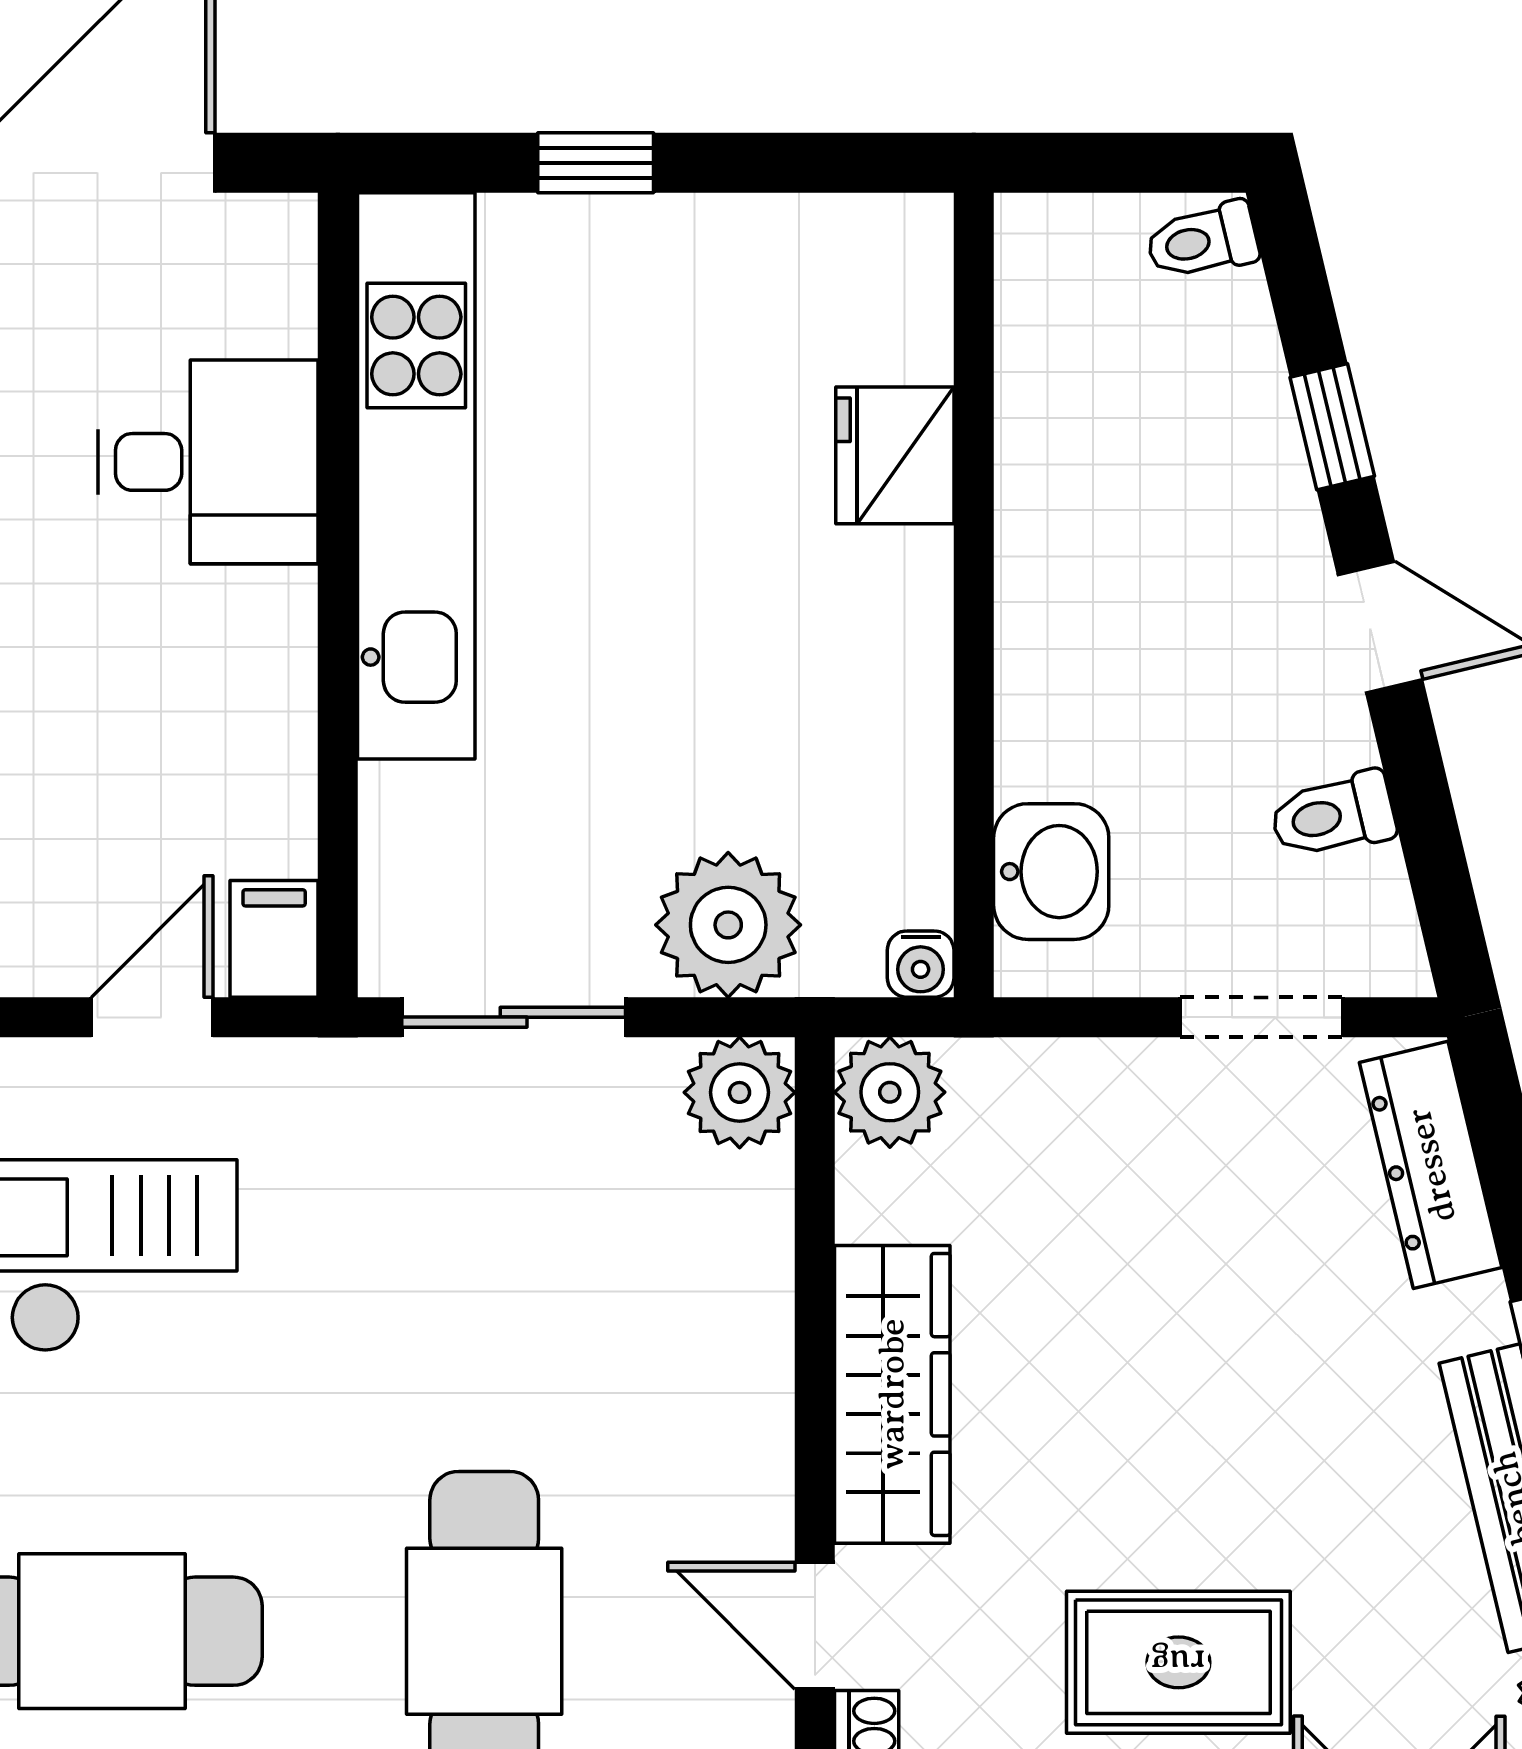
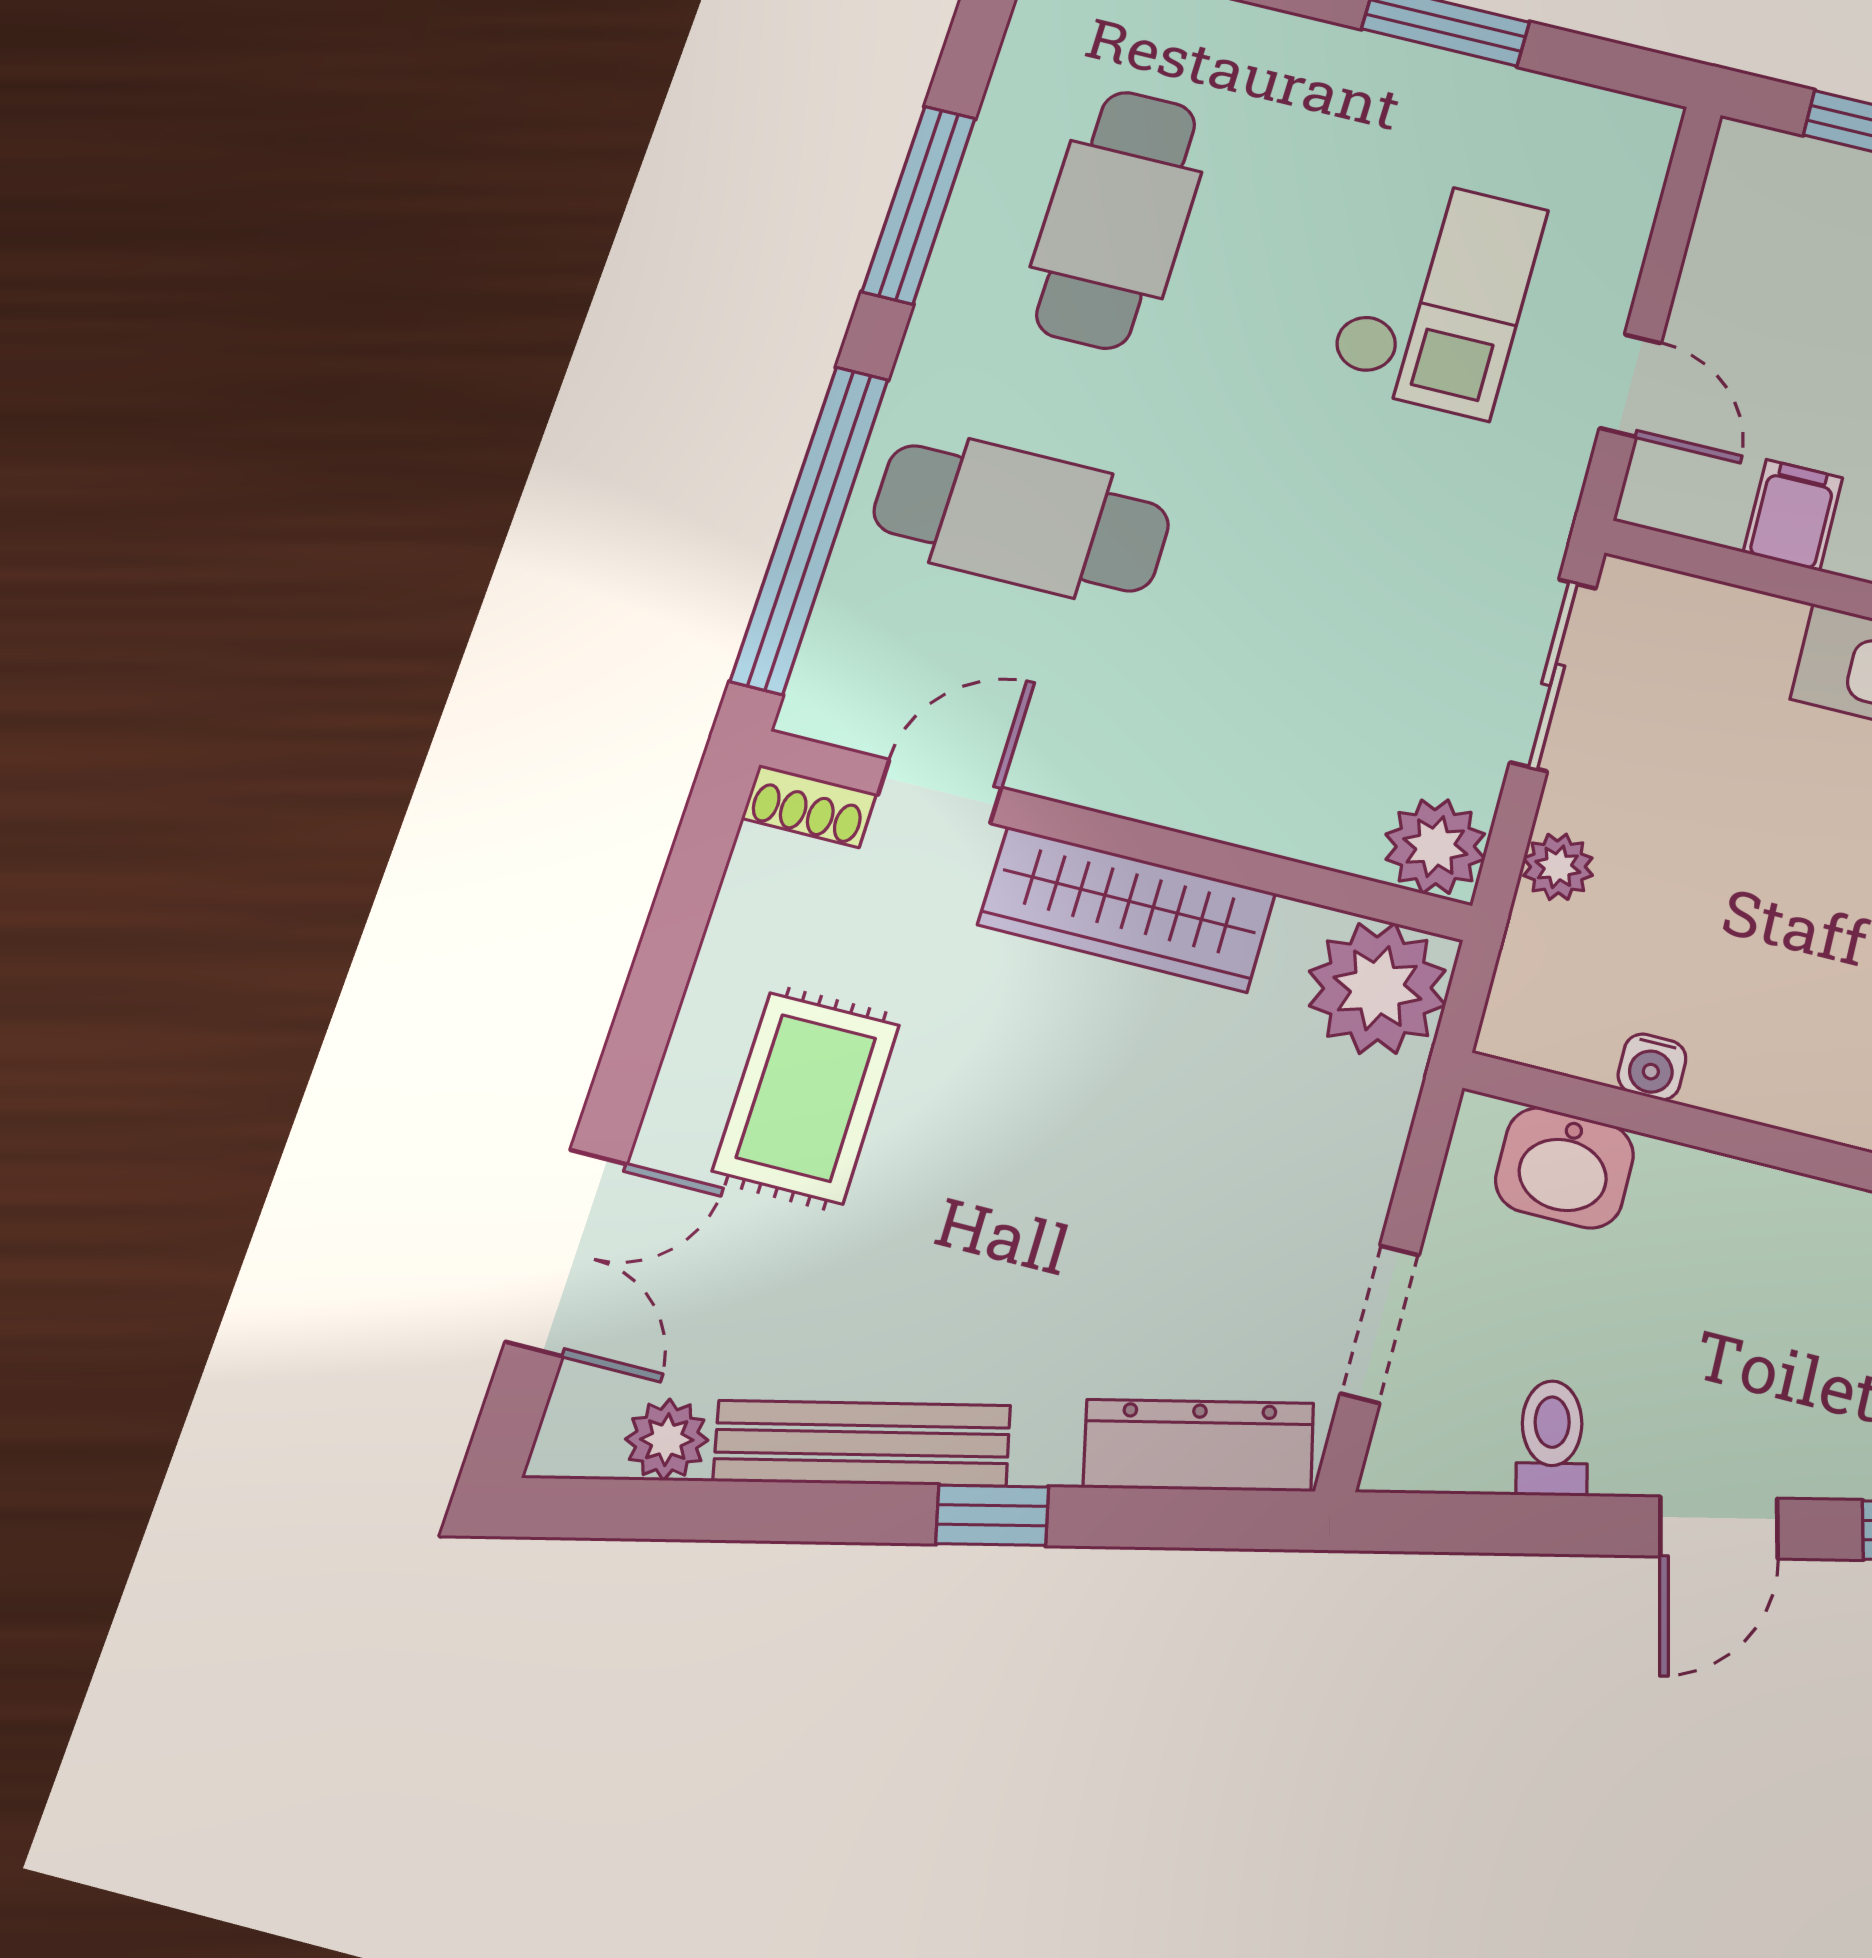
plant: (728, 925) -> (1558, 867), width x0.53, depth x0.53
filing cabinet: (274, 939) -> (1793, 515), moved, turned -90
water cooler: (921, 964) -> (1652, 1067), moved, turned -90
plant: (890, 1092) -> (1377, 988), width x1.36, depth x1.36

